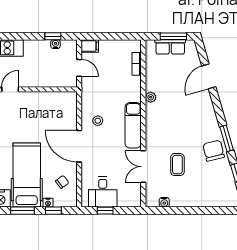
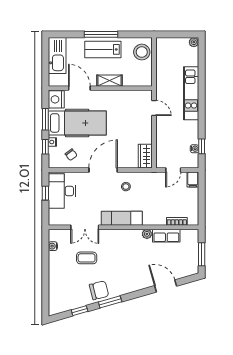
row of seats: (170, 47) -> (166, 236), moved, turned -90
wardrobe: (64, 99) -> (145, 156), added
double door: (143, 167) -> (85, 227), swing flipped
desk: (103, 192) -> (62, 191), width x1.37

